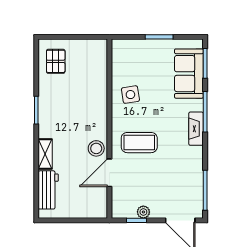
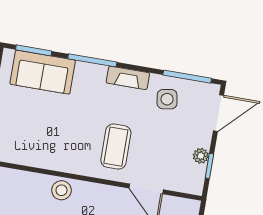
side table: (130, 95) -> (167, 99), moved
fireplace: (196, 129) -> (128, 78), moved
stool: (96, 148) -> (61, 190), moved

